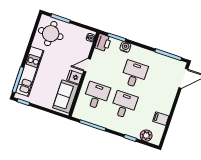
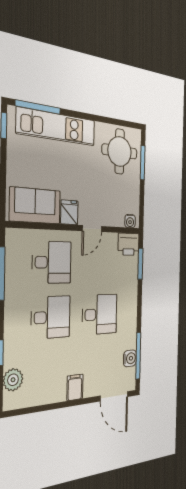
water cooler: (125, 47) -> (130, 358), moved
door: (87, 65) -> (92, 229), swing flipped
filing cabinet: (161, 119) -> (75, 387), moved

